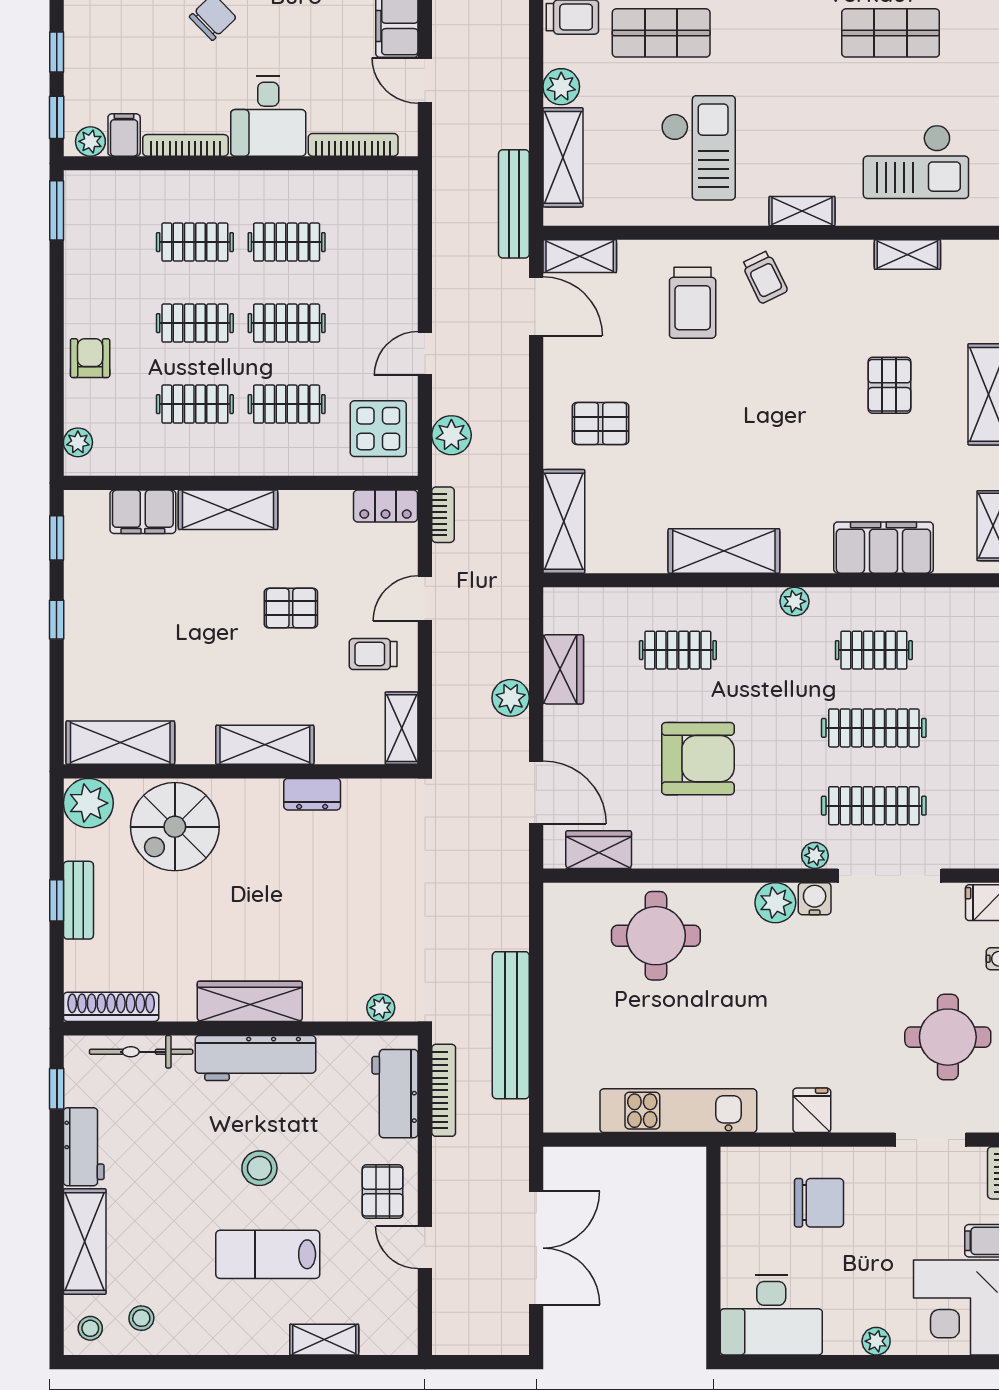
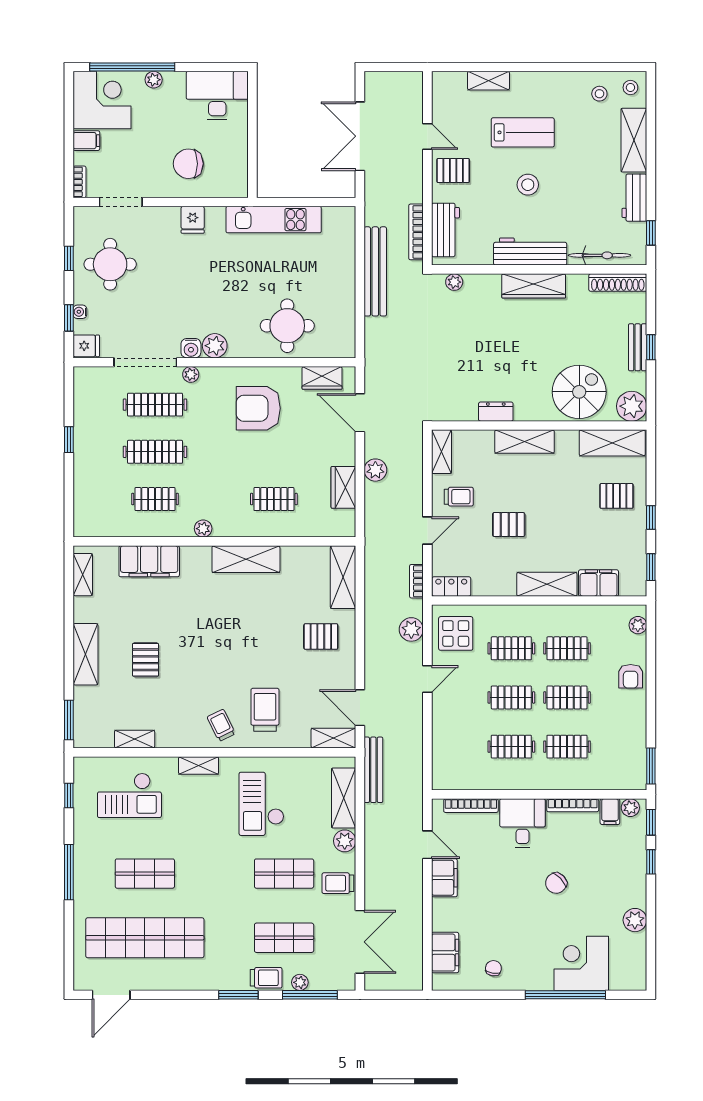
checkout: (916, 162) -> (129, 795), turned 180
pallet: (113, 655) -> (616, 496), added
armchair: (698, 759) -> (258, 408), moved
pallet: (383, 1191) -> (453, 171), turned 90
window: (911, 1362) -> (132, 67), added

